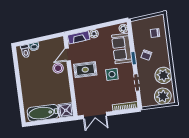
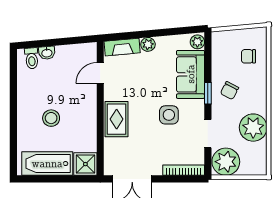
stool: (58, 68) -> (51, 118), moved
rug: (85, 70) -> (117, 119), moved, turned 90
plant: (163, 96) -> (226, 162), moved

